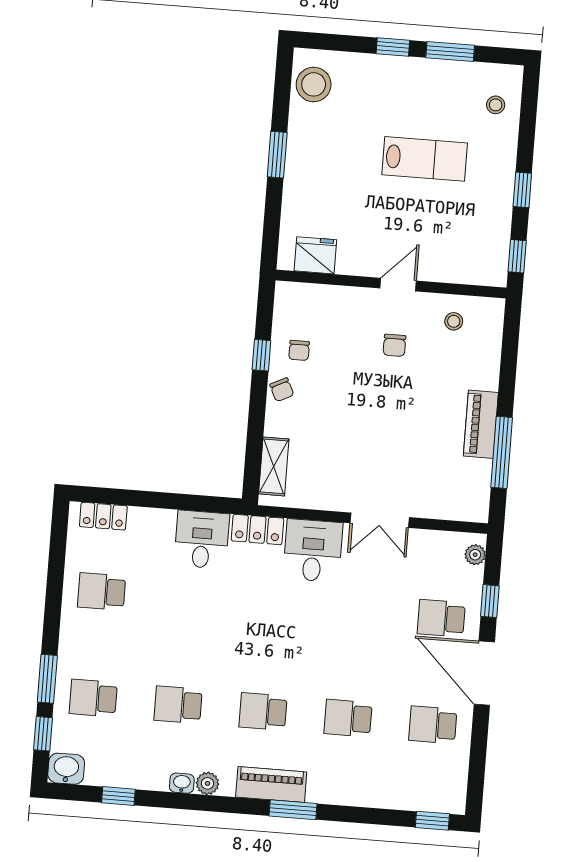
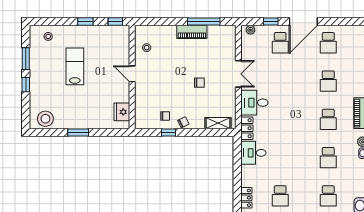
chair: (394, 345) -> (199, 83), moved

